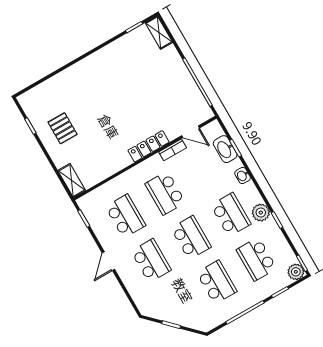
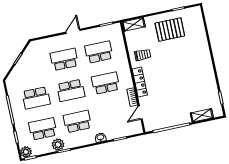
shelving: (159, 33) -> (202, 115), moved
pallet: (63, 128) -> (170, 30), width x1.50, depth x1.42
washbasin: (225, 149) -> (121, 132), removed
trolley: (110, 154) -> (143, 55), added
plant: (261, 213) -> (58, 145), moved
school desk: (231, 215) -> (77, 121), turned 180
school desk: (125, 216) -> (99, 52), turned 180
door: (108, 261) -> (73, 31), hinge flipped
school desk: (151, 261) -> (64, 59), turned 180

